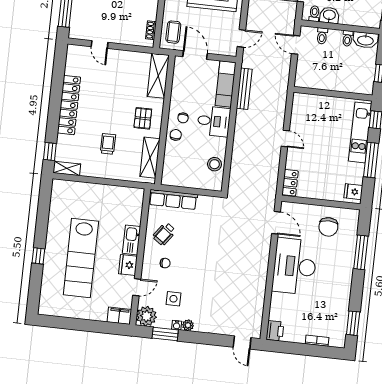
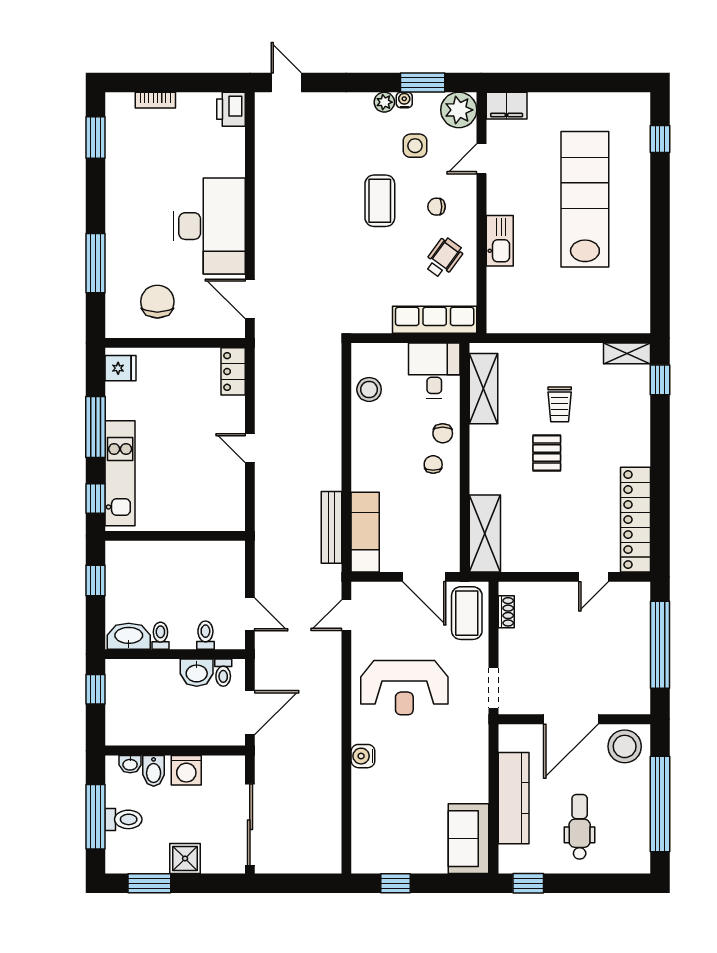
coffee table: (173, 32) -> (467, 613), width x1.36, depth x1.30
door: (100, 45) -> (594, 577), swing flipped
locker: (69, 105) -> (635, 520), moved
pallet: (143, 118) -> (547, 453), moved
desk: (214, 121) -> (434, 371), moved, turned 90
window: (38, 256) -> (660, 139), moved
fridge: (128, 265) -> (501, 196), removed
coffee table: (197, 270) -> (380, 201), added

